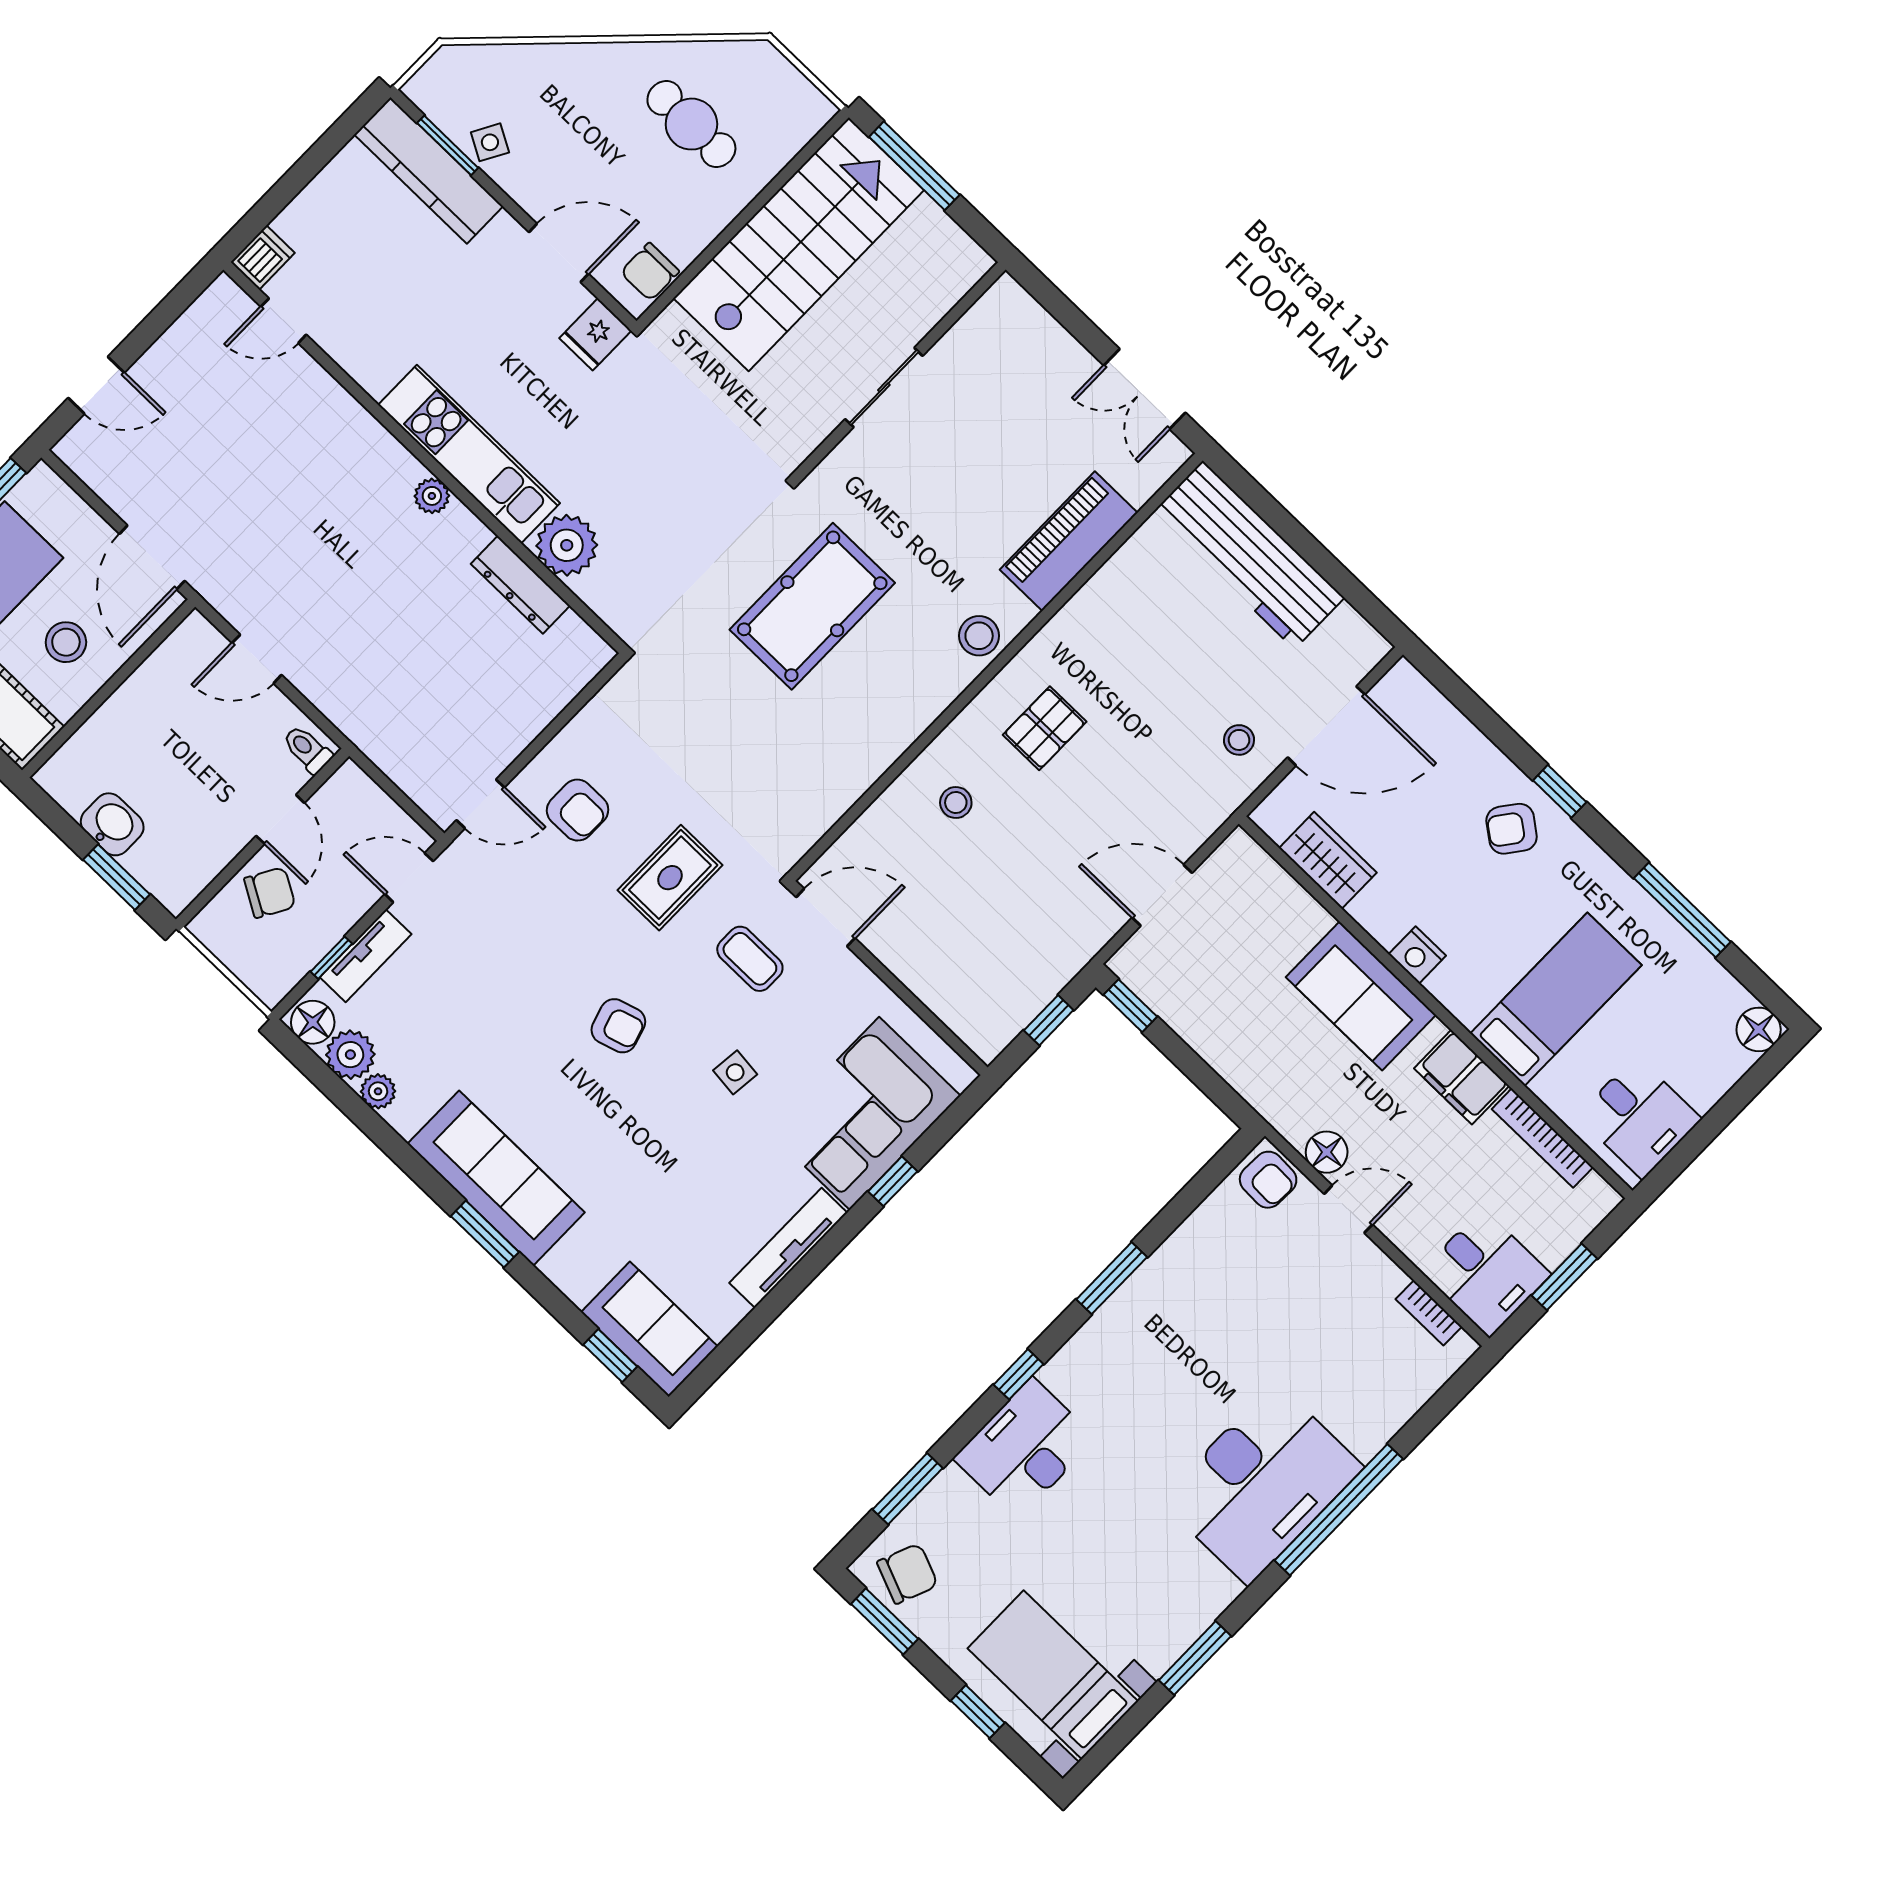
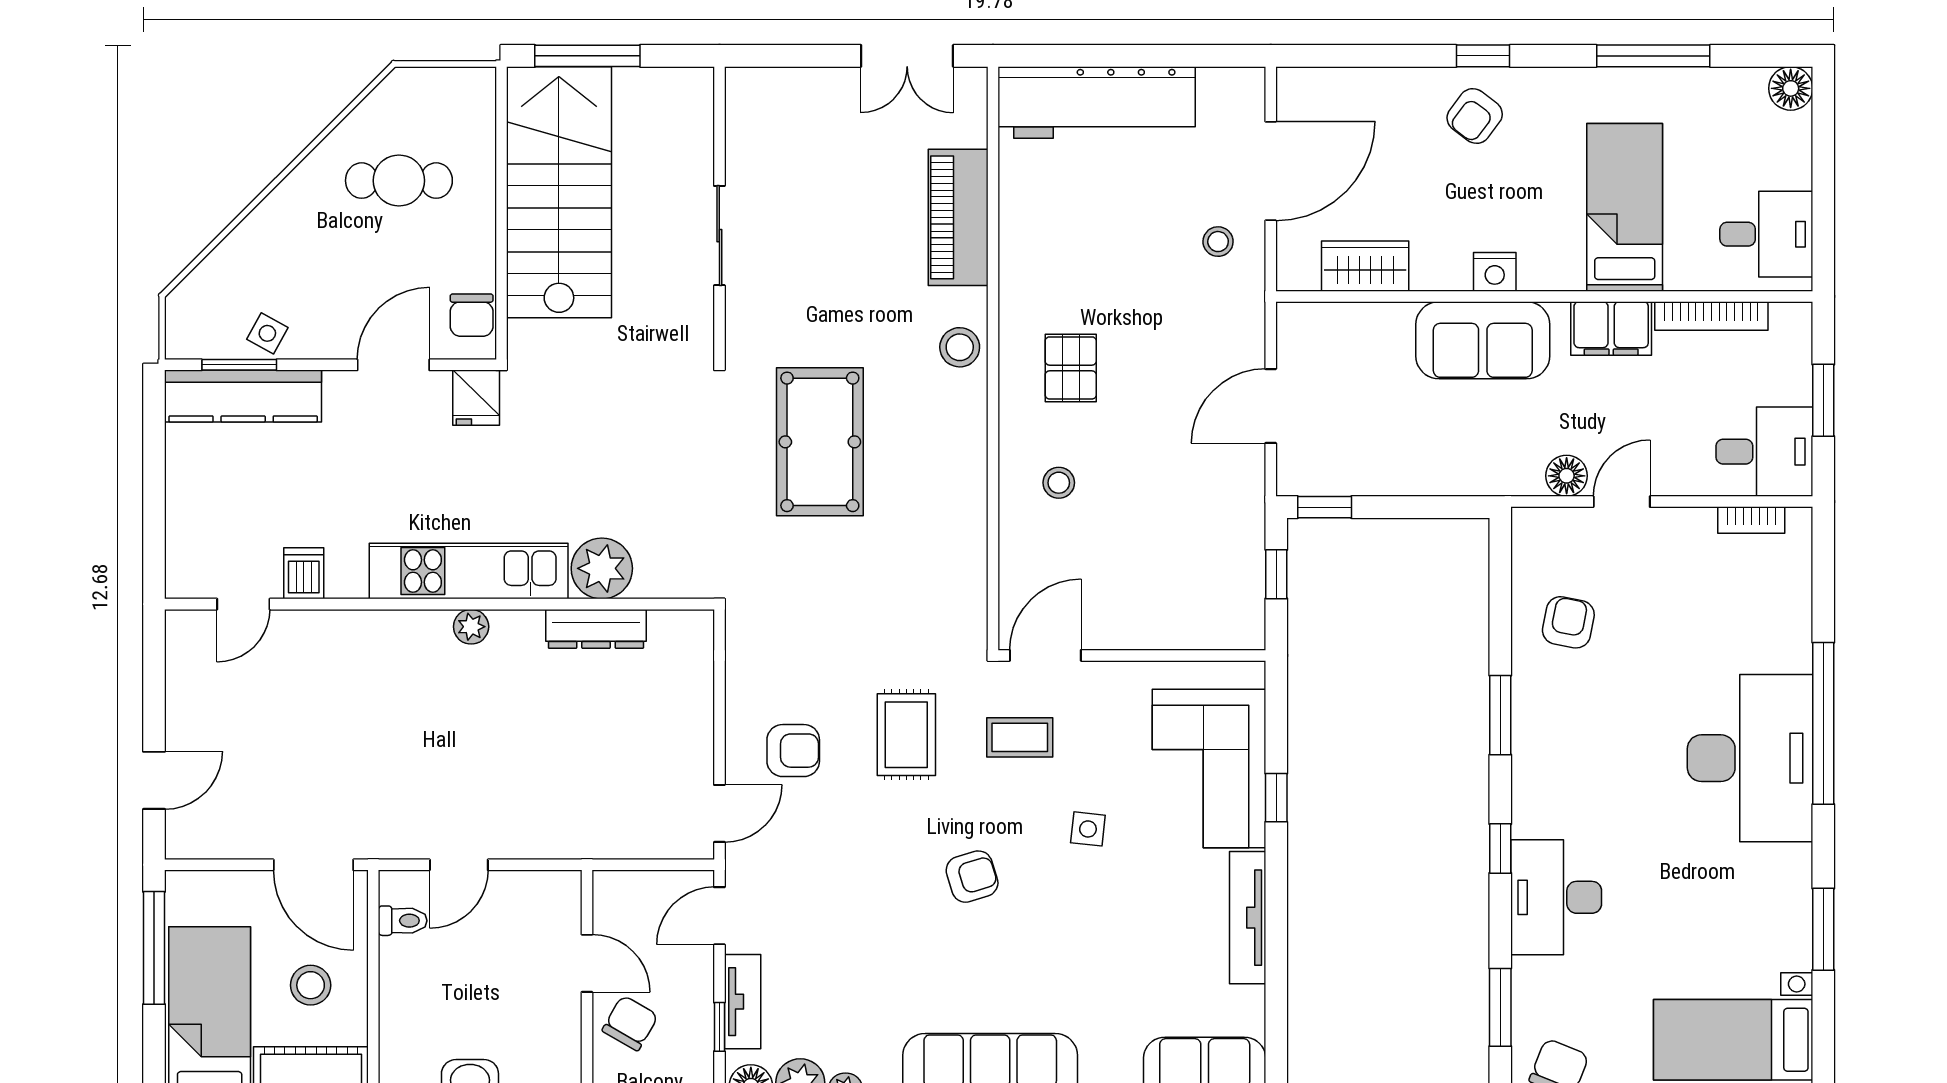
dishwasher: (263, 257) -> (304, 573), moved
toilet: (307, 749) -> (403, 921), moved, turned 180
armchair: (1268, 1180) -> (1568, 622), moved, turned -81

